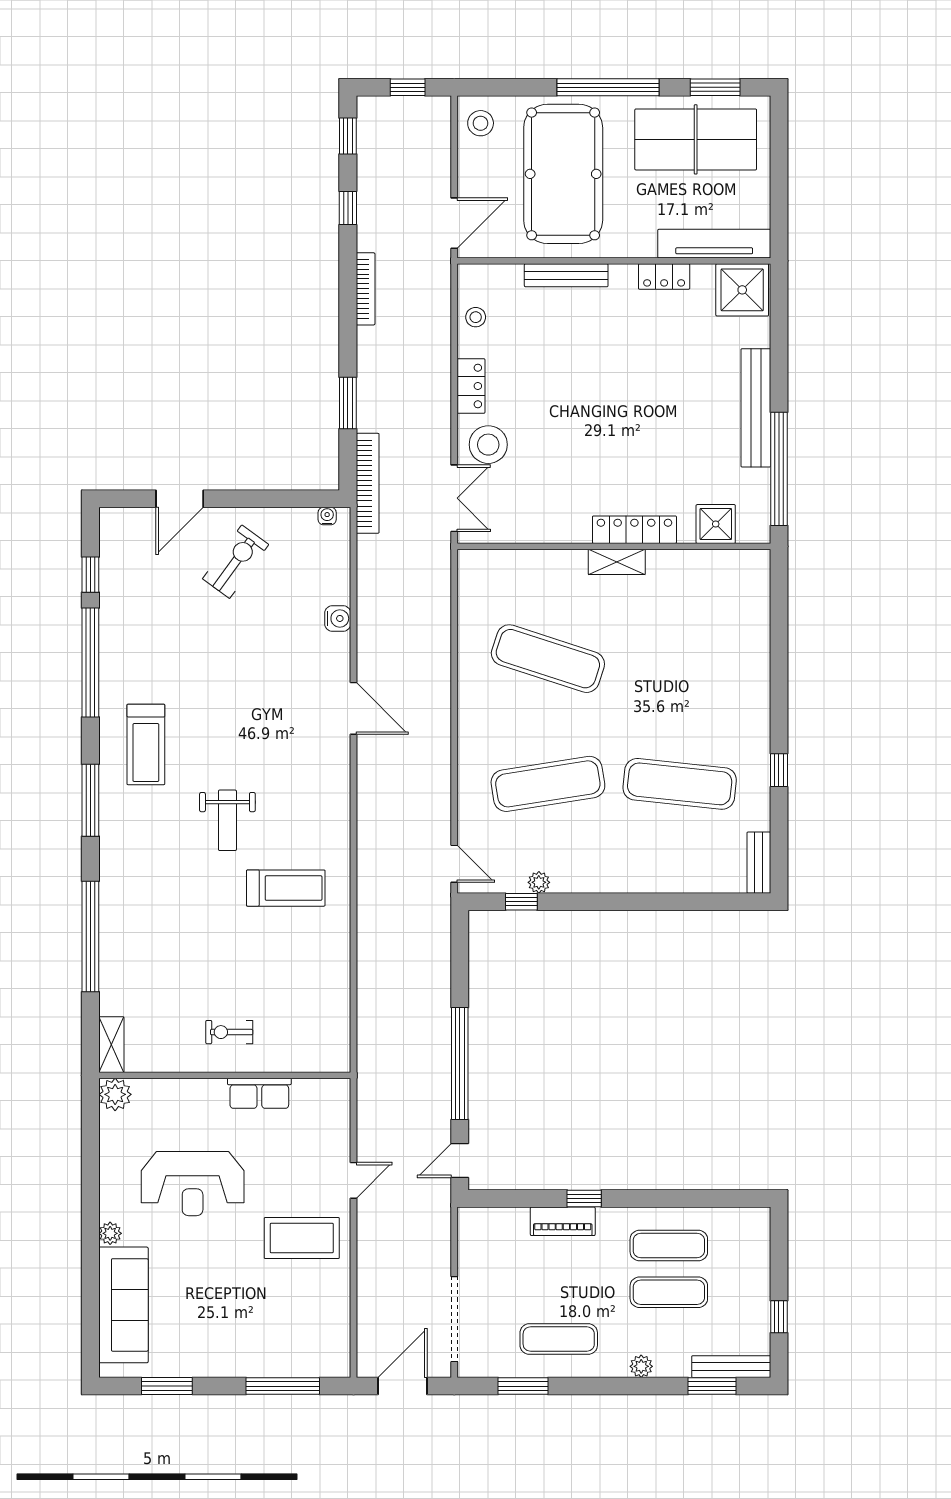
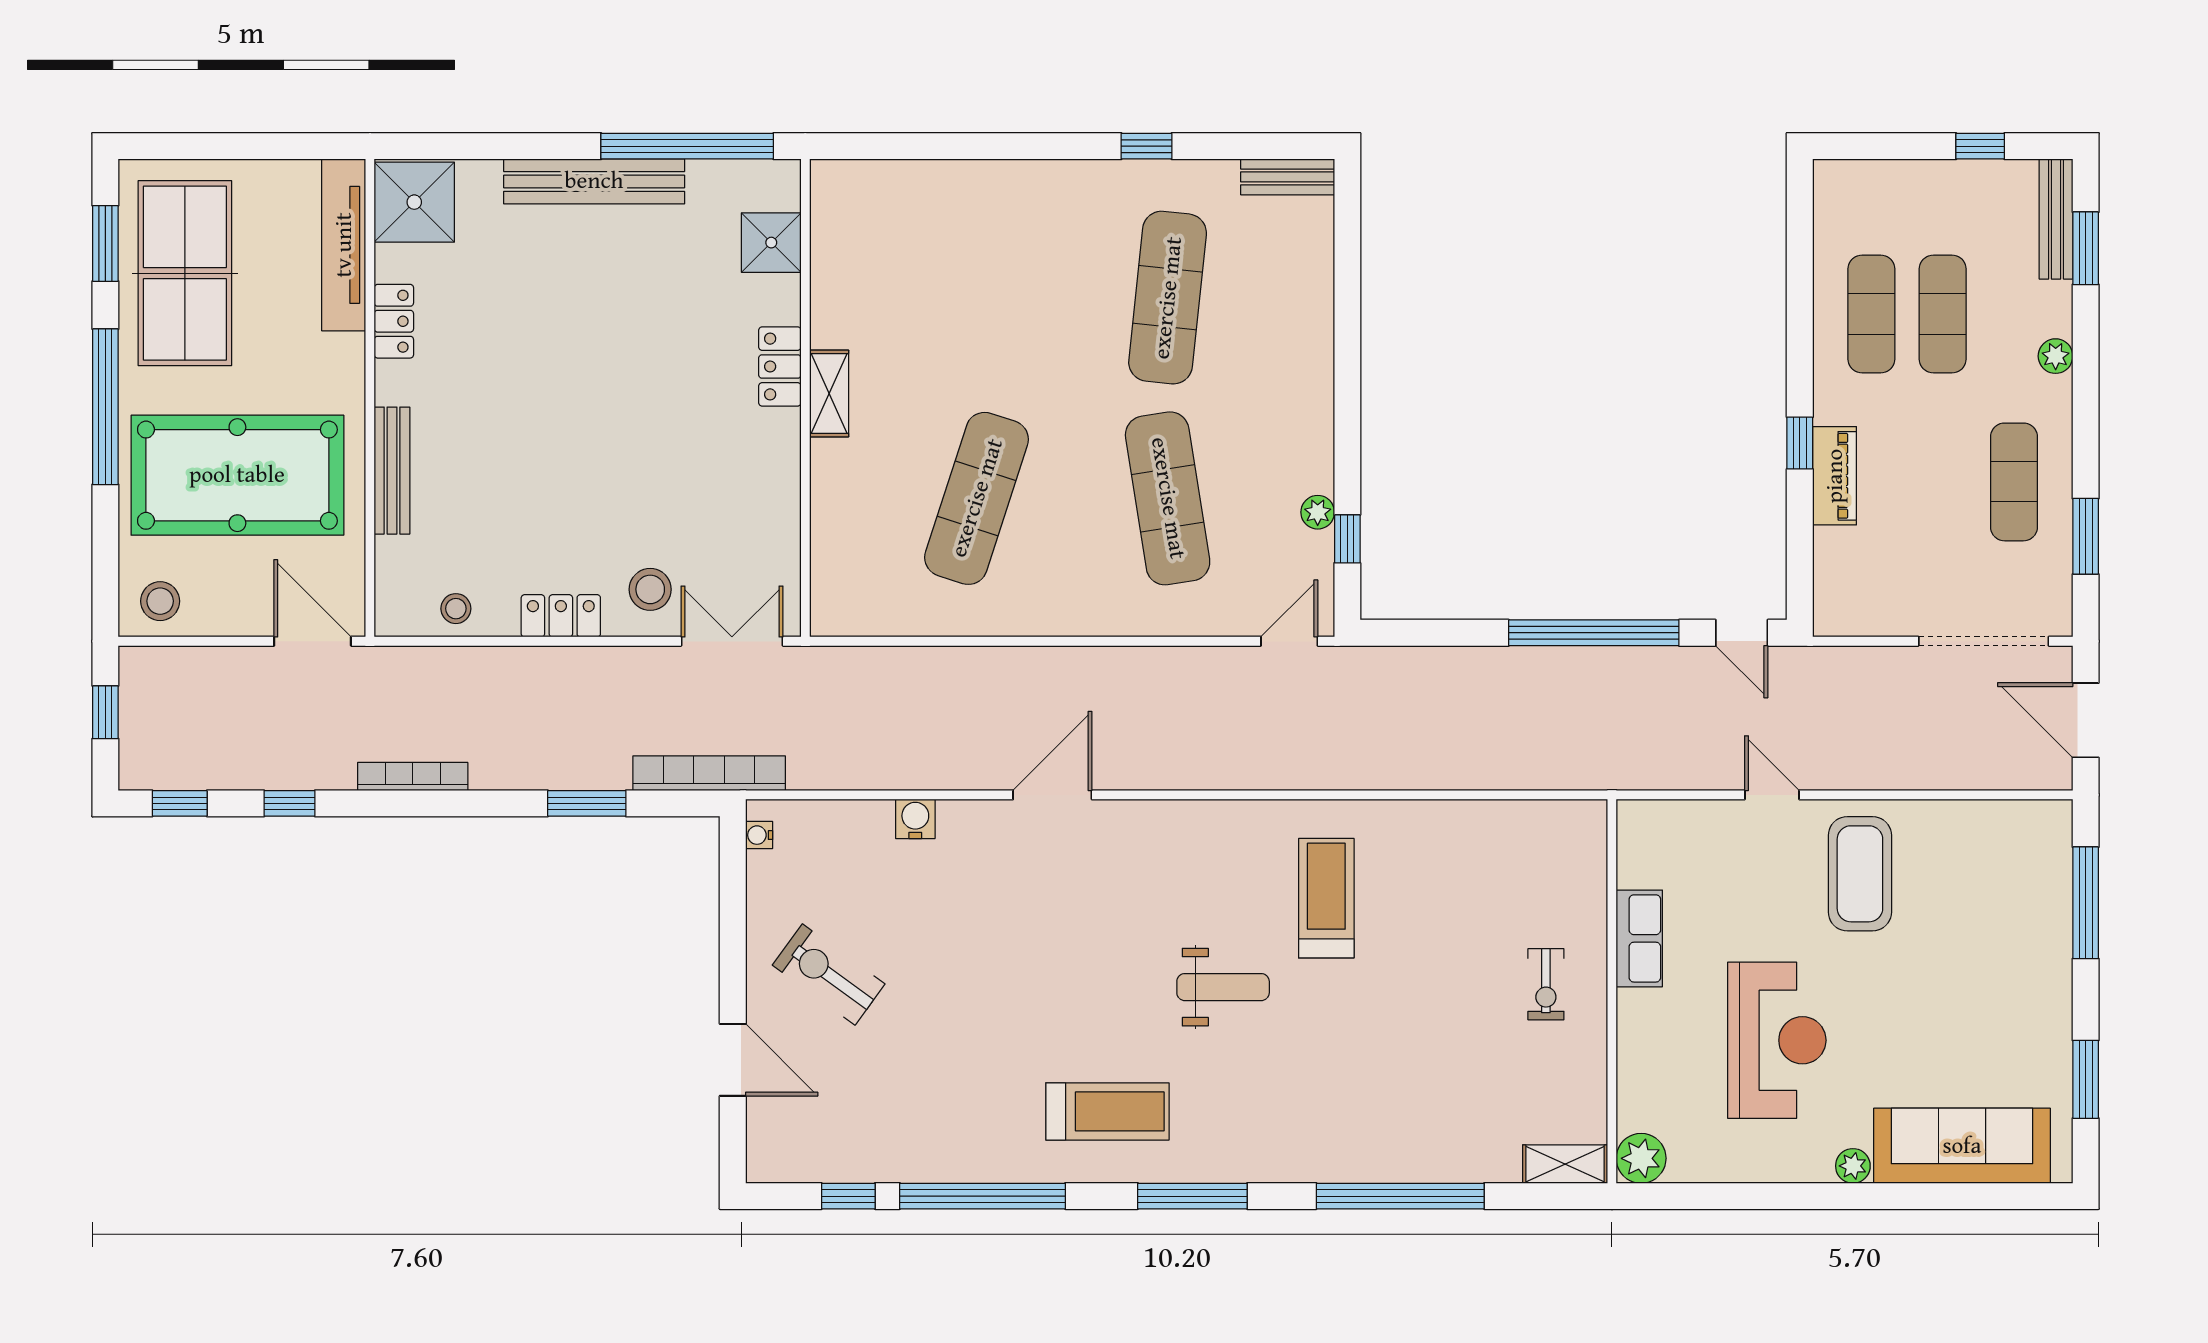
stool: (488, 445) -> (650, 589), width x0.73, depth x0.73
locker: (634, 530) -> (780, 366), width x0.66

